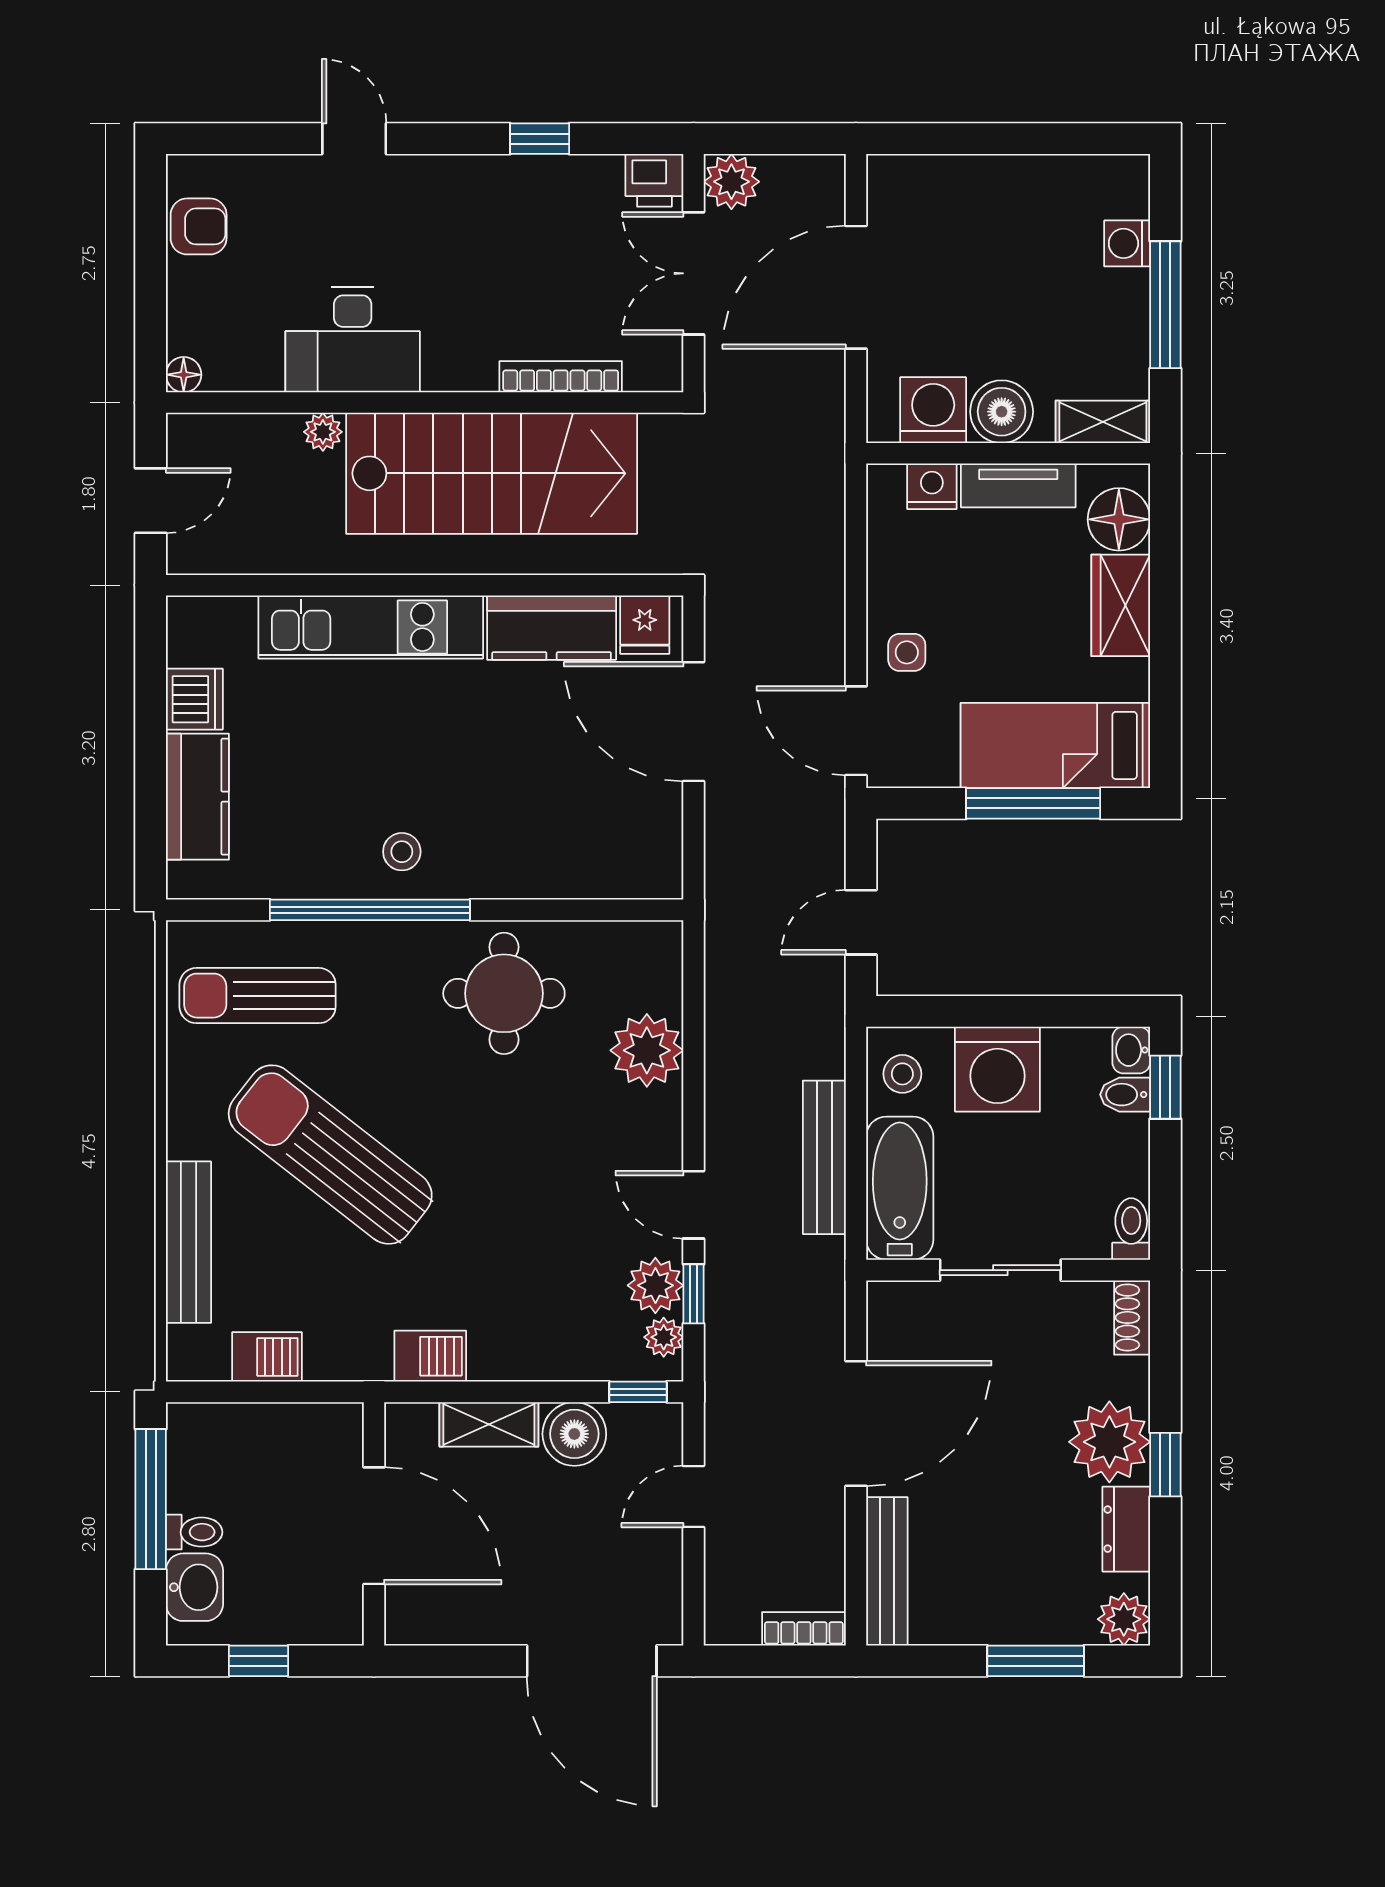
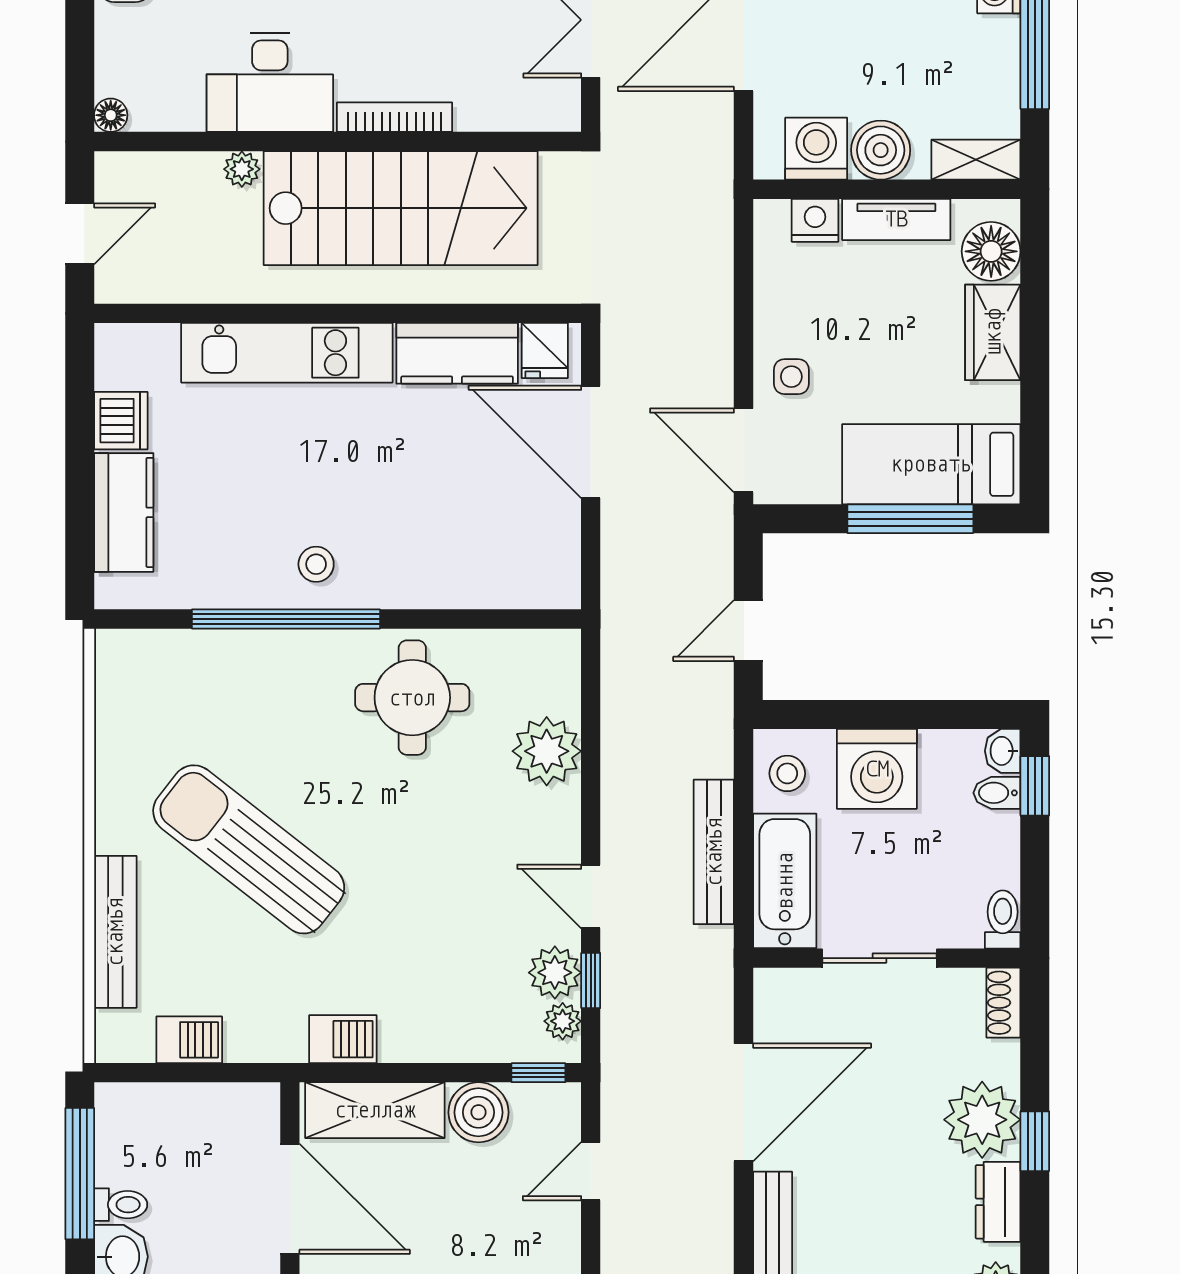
bookcase: (561, 377) -> (395, 117), moved
sun lounger: (258, 996) -> (180, 700), removed
shelving: (489, 1424) -> (375, 1110), width x1.50, depth x1.33

